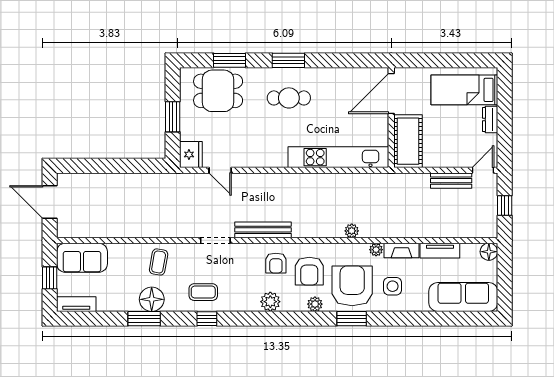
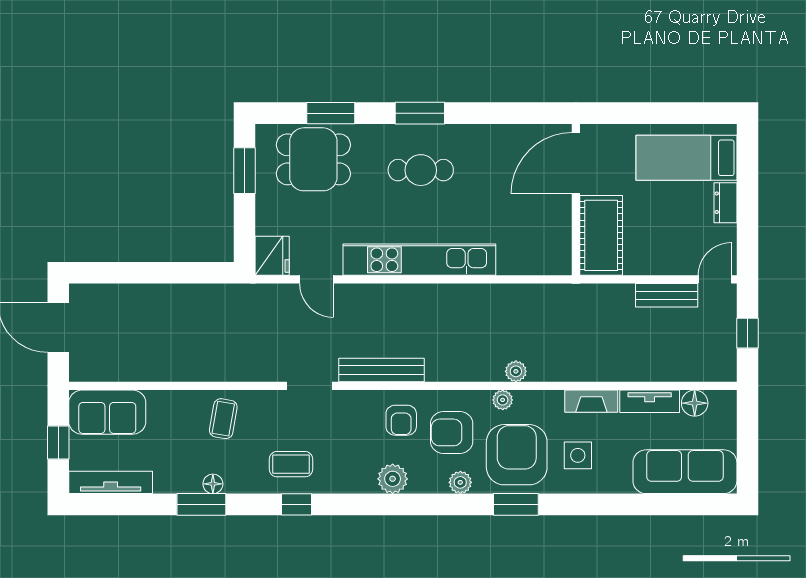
window: (173, 117) -> (244, 171), moved
kitchen unit: (338, 157) -> (419, 260), moved
plant: (376, 250) -> (503, 400), moved
floor lamp: (489, 252) -> (695, 403), moved
armchair: (309, 271) -> (452, 432), turned 90
floor lamp: (152, 299) -> (213, 484), width x0.53, depth x0.53
tv unit: (76, 304) -> (111, 482), width x1.41

